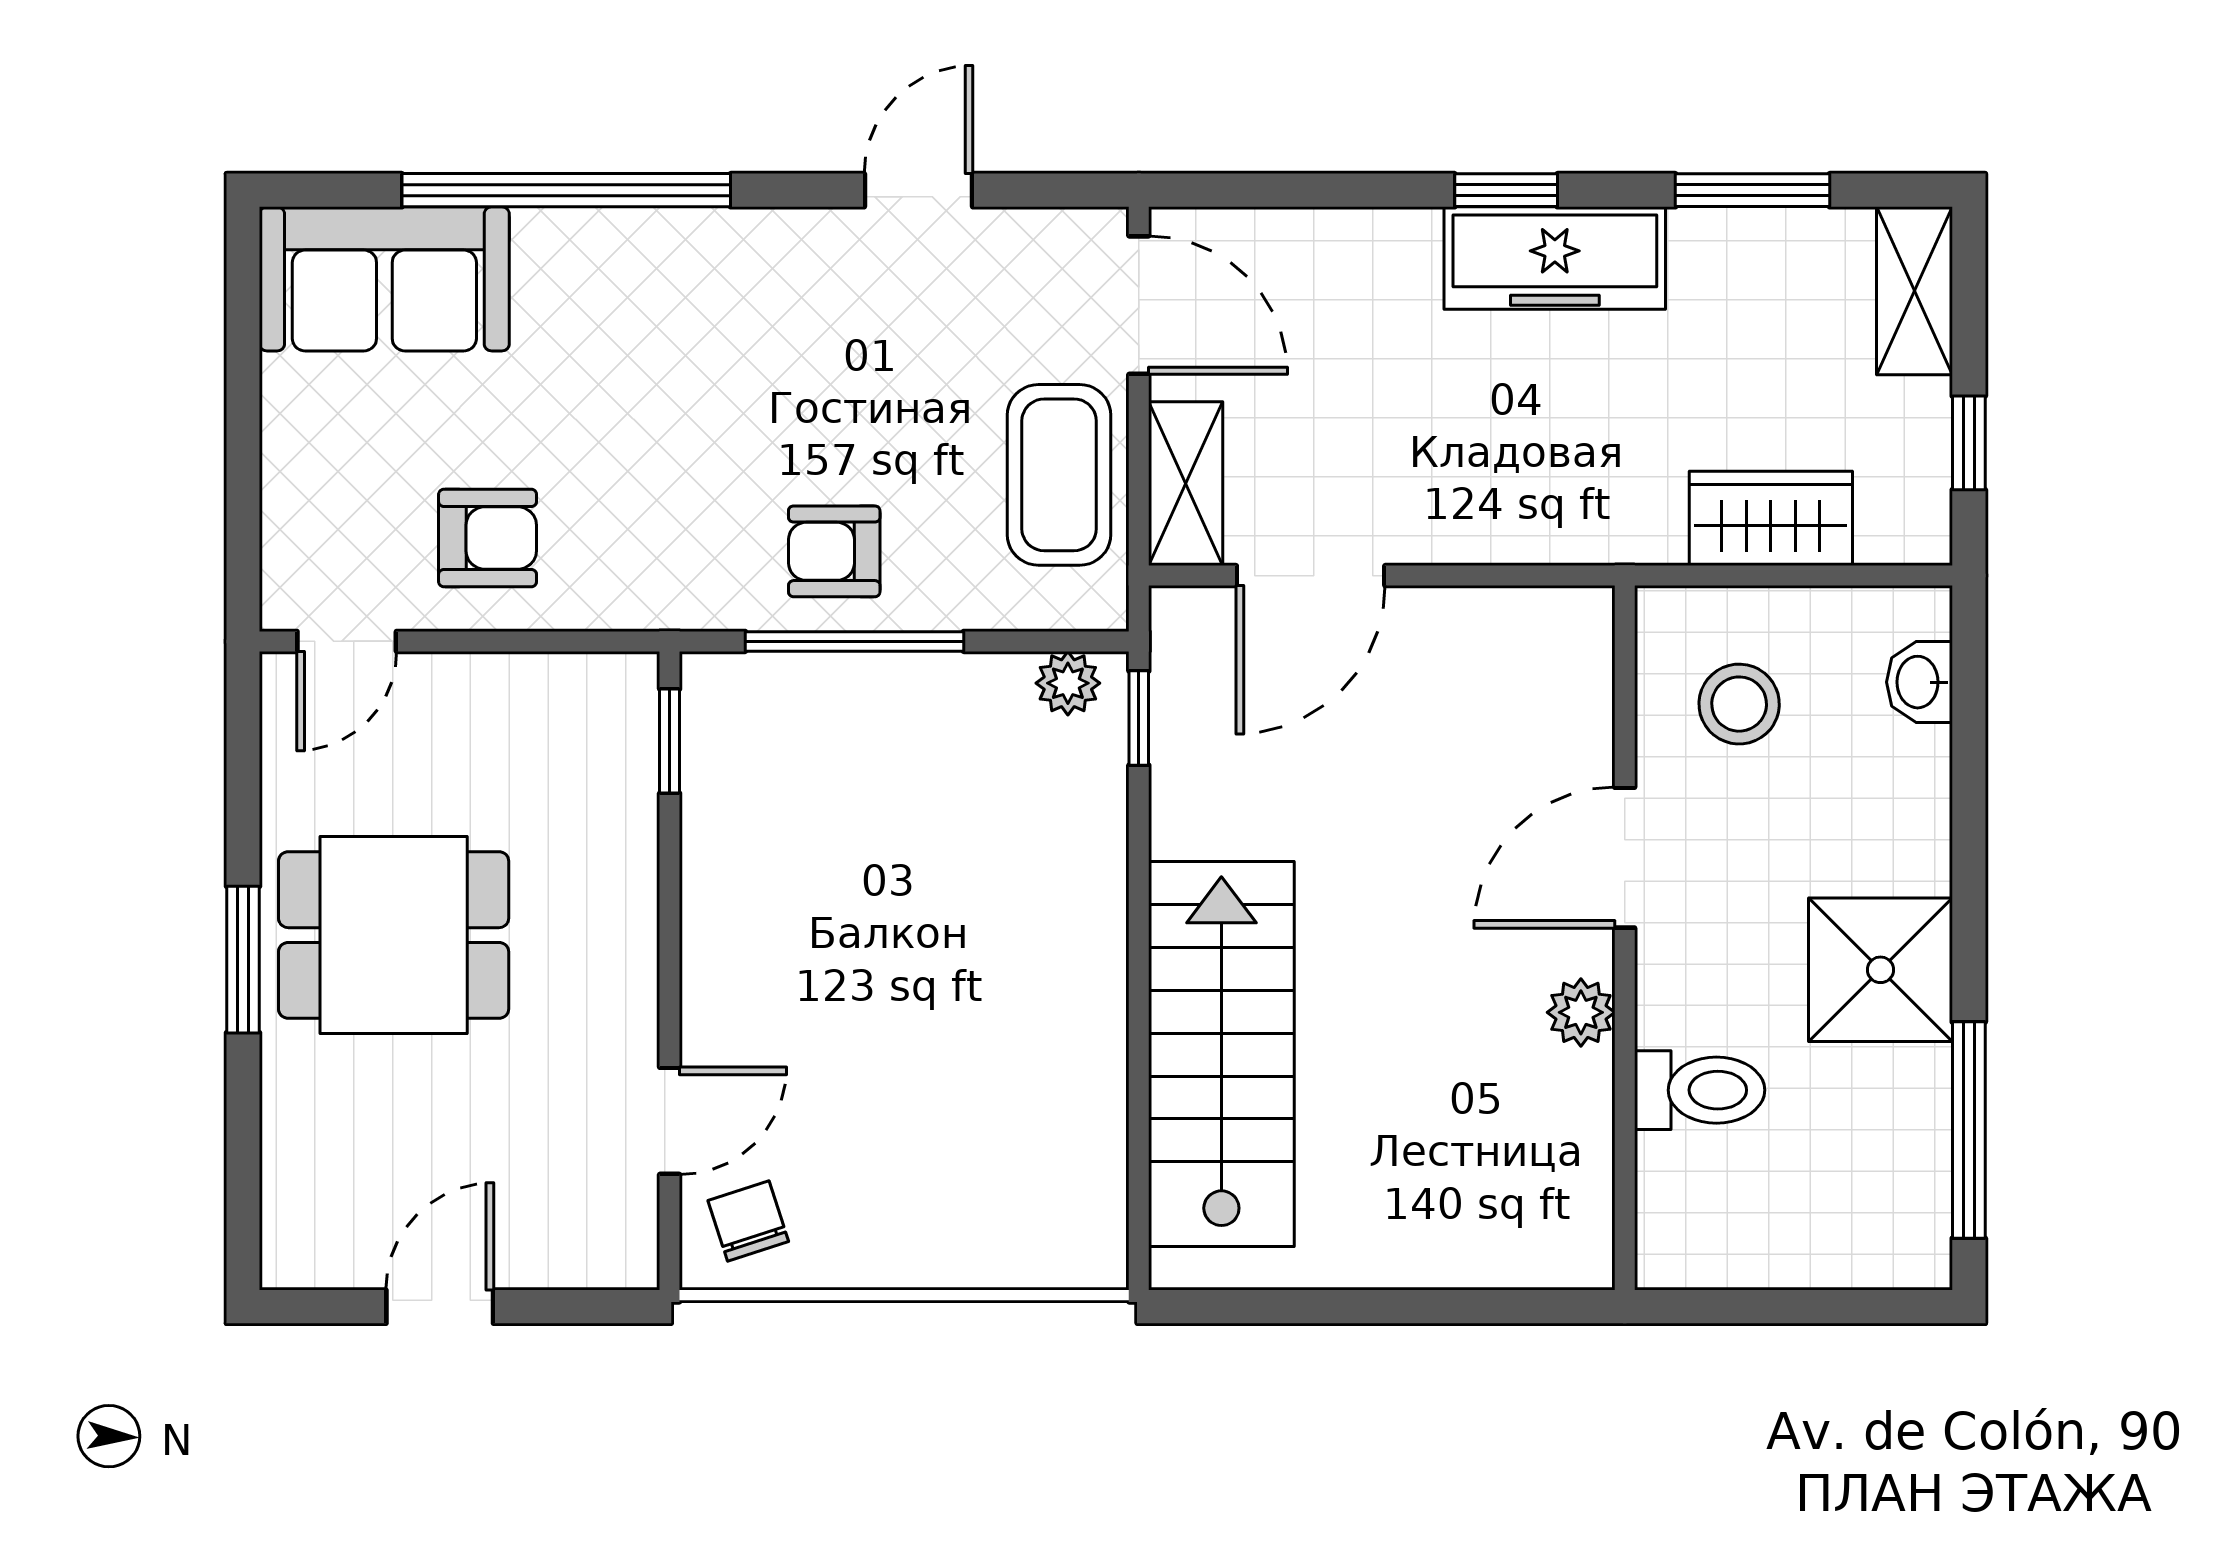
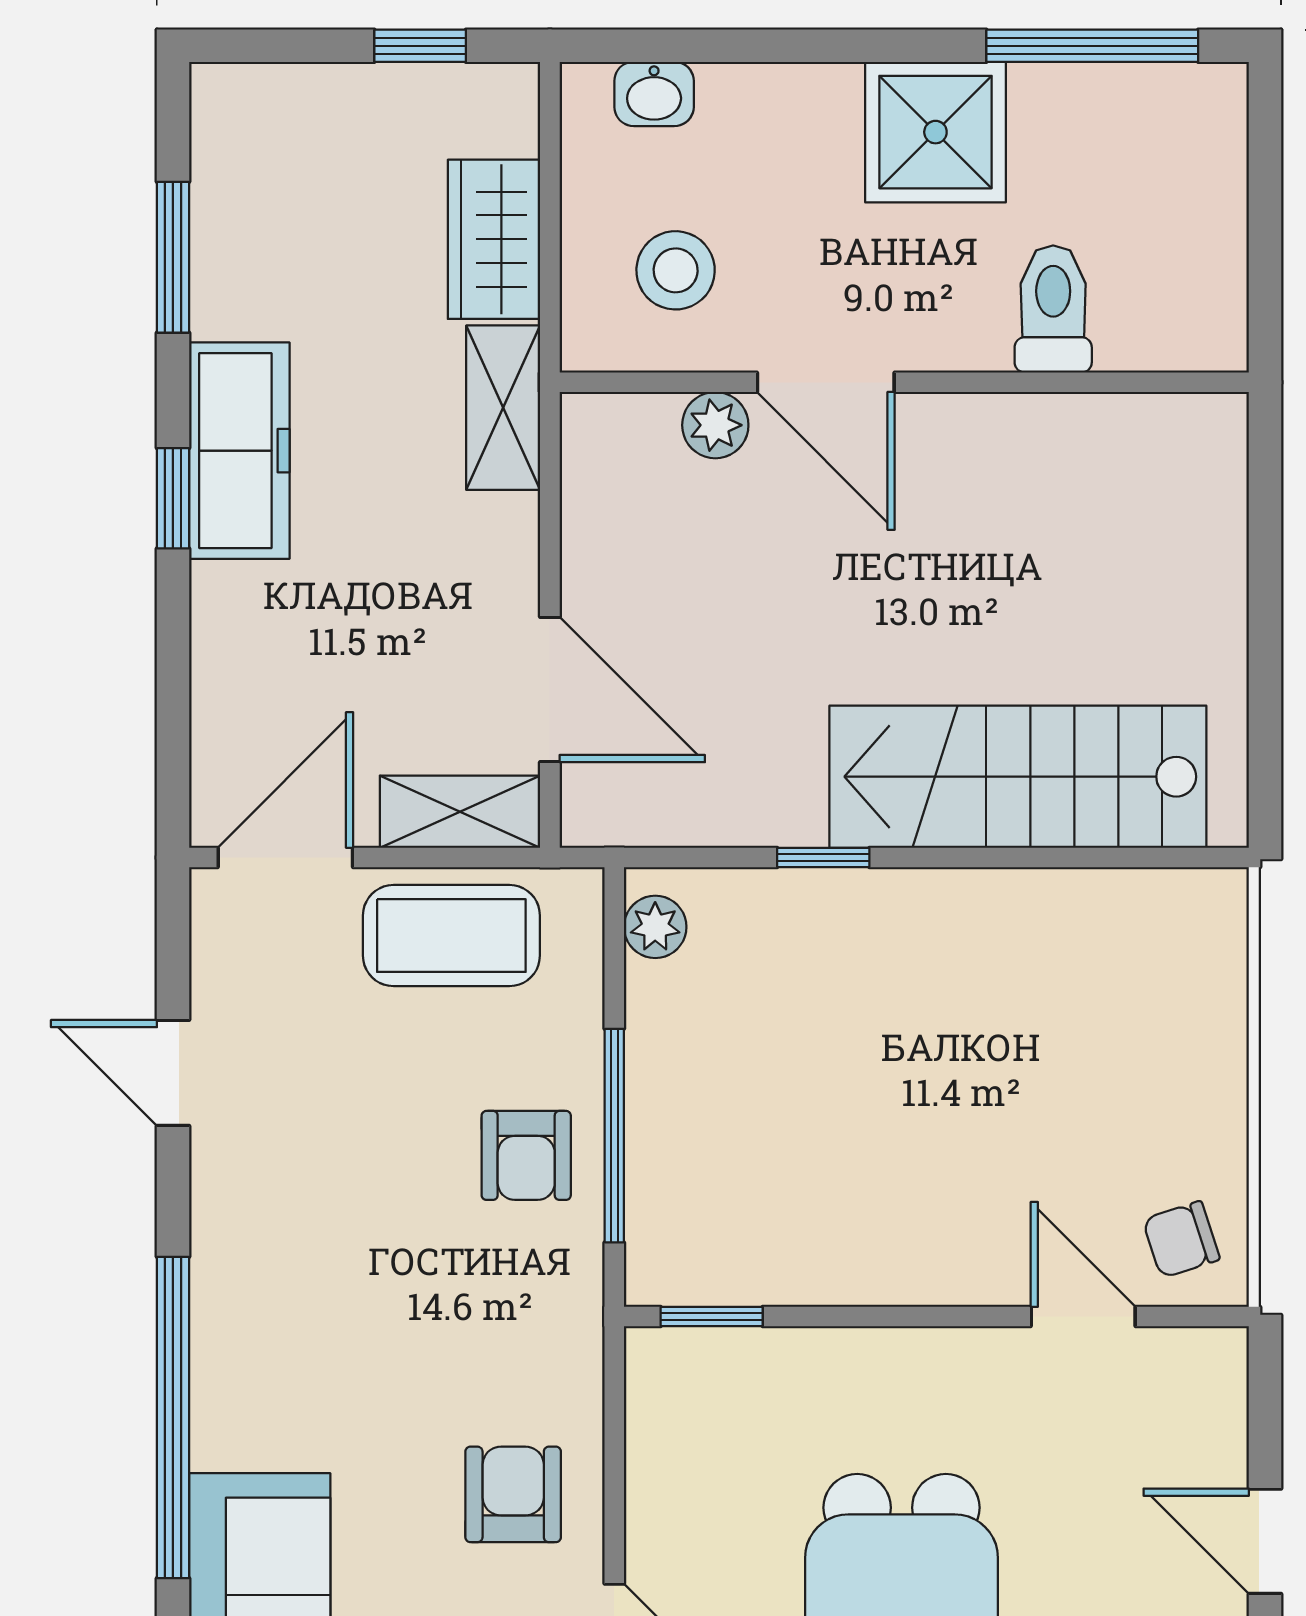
shelving: (1914, 291) -> (503, 408), moved, turned 90
window: (1139, 718) -> (823, 857), moved
plant: (1581, 1012) -> (715, 425), moved

